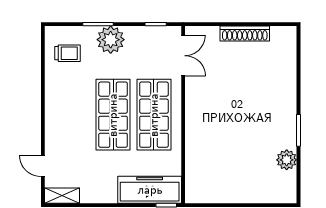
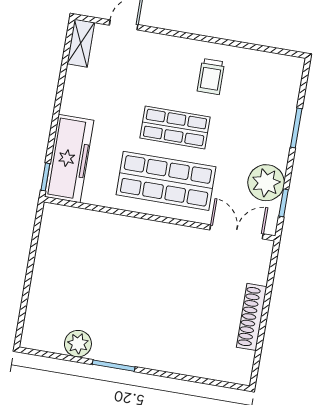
plant: (111, 40) -> (266, 183), moved
trolley: (67, 53) -> (211, 77), moved
double door: (183, 56) -> (237, 232), swing flipped
shop shelf: (113, 115) -> (175, 128), width x0.70, depth x0.74

